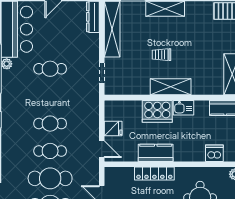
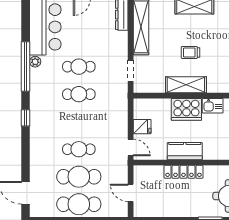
shelving: (171, 87) -> (186, 85), moved
cafe table: (50, 124) -> (79, 94), moved

